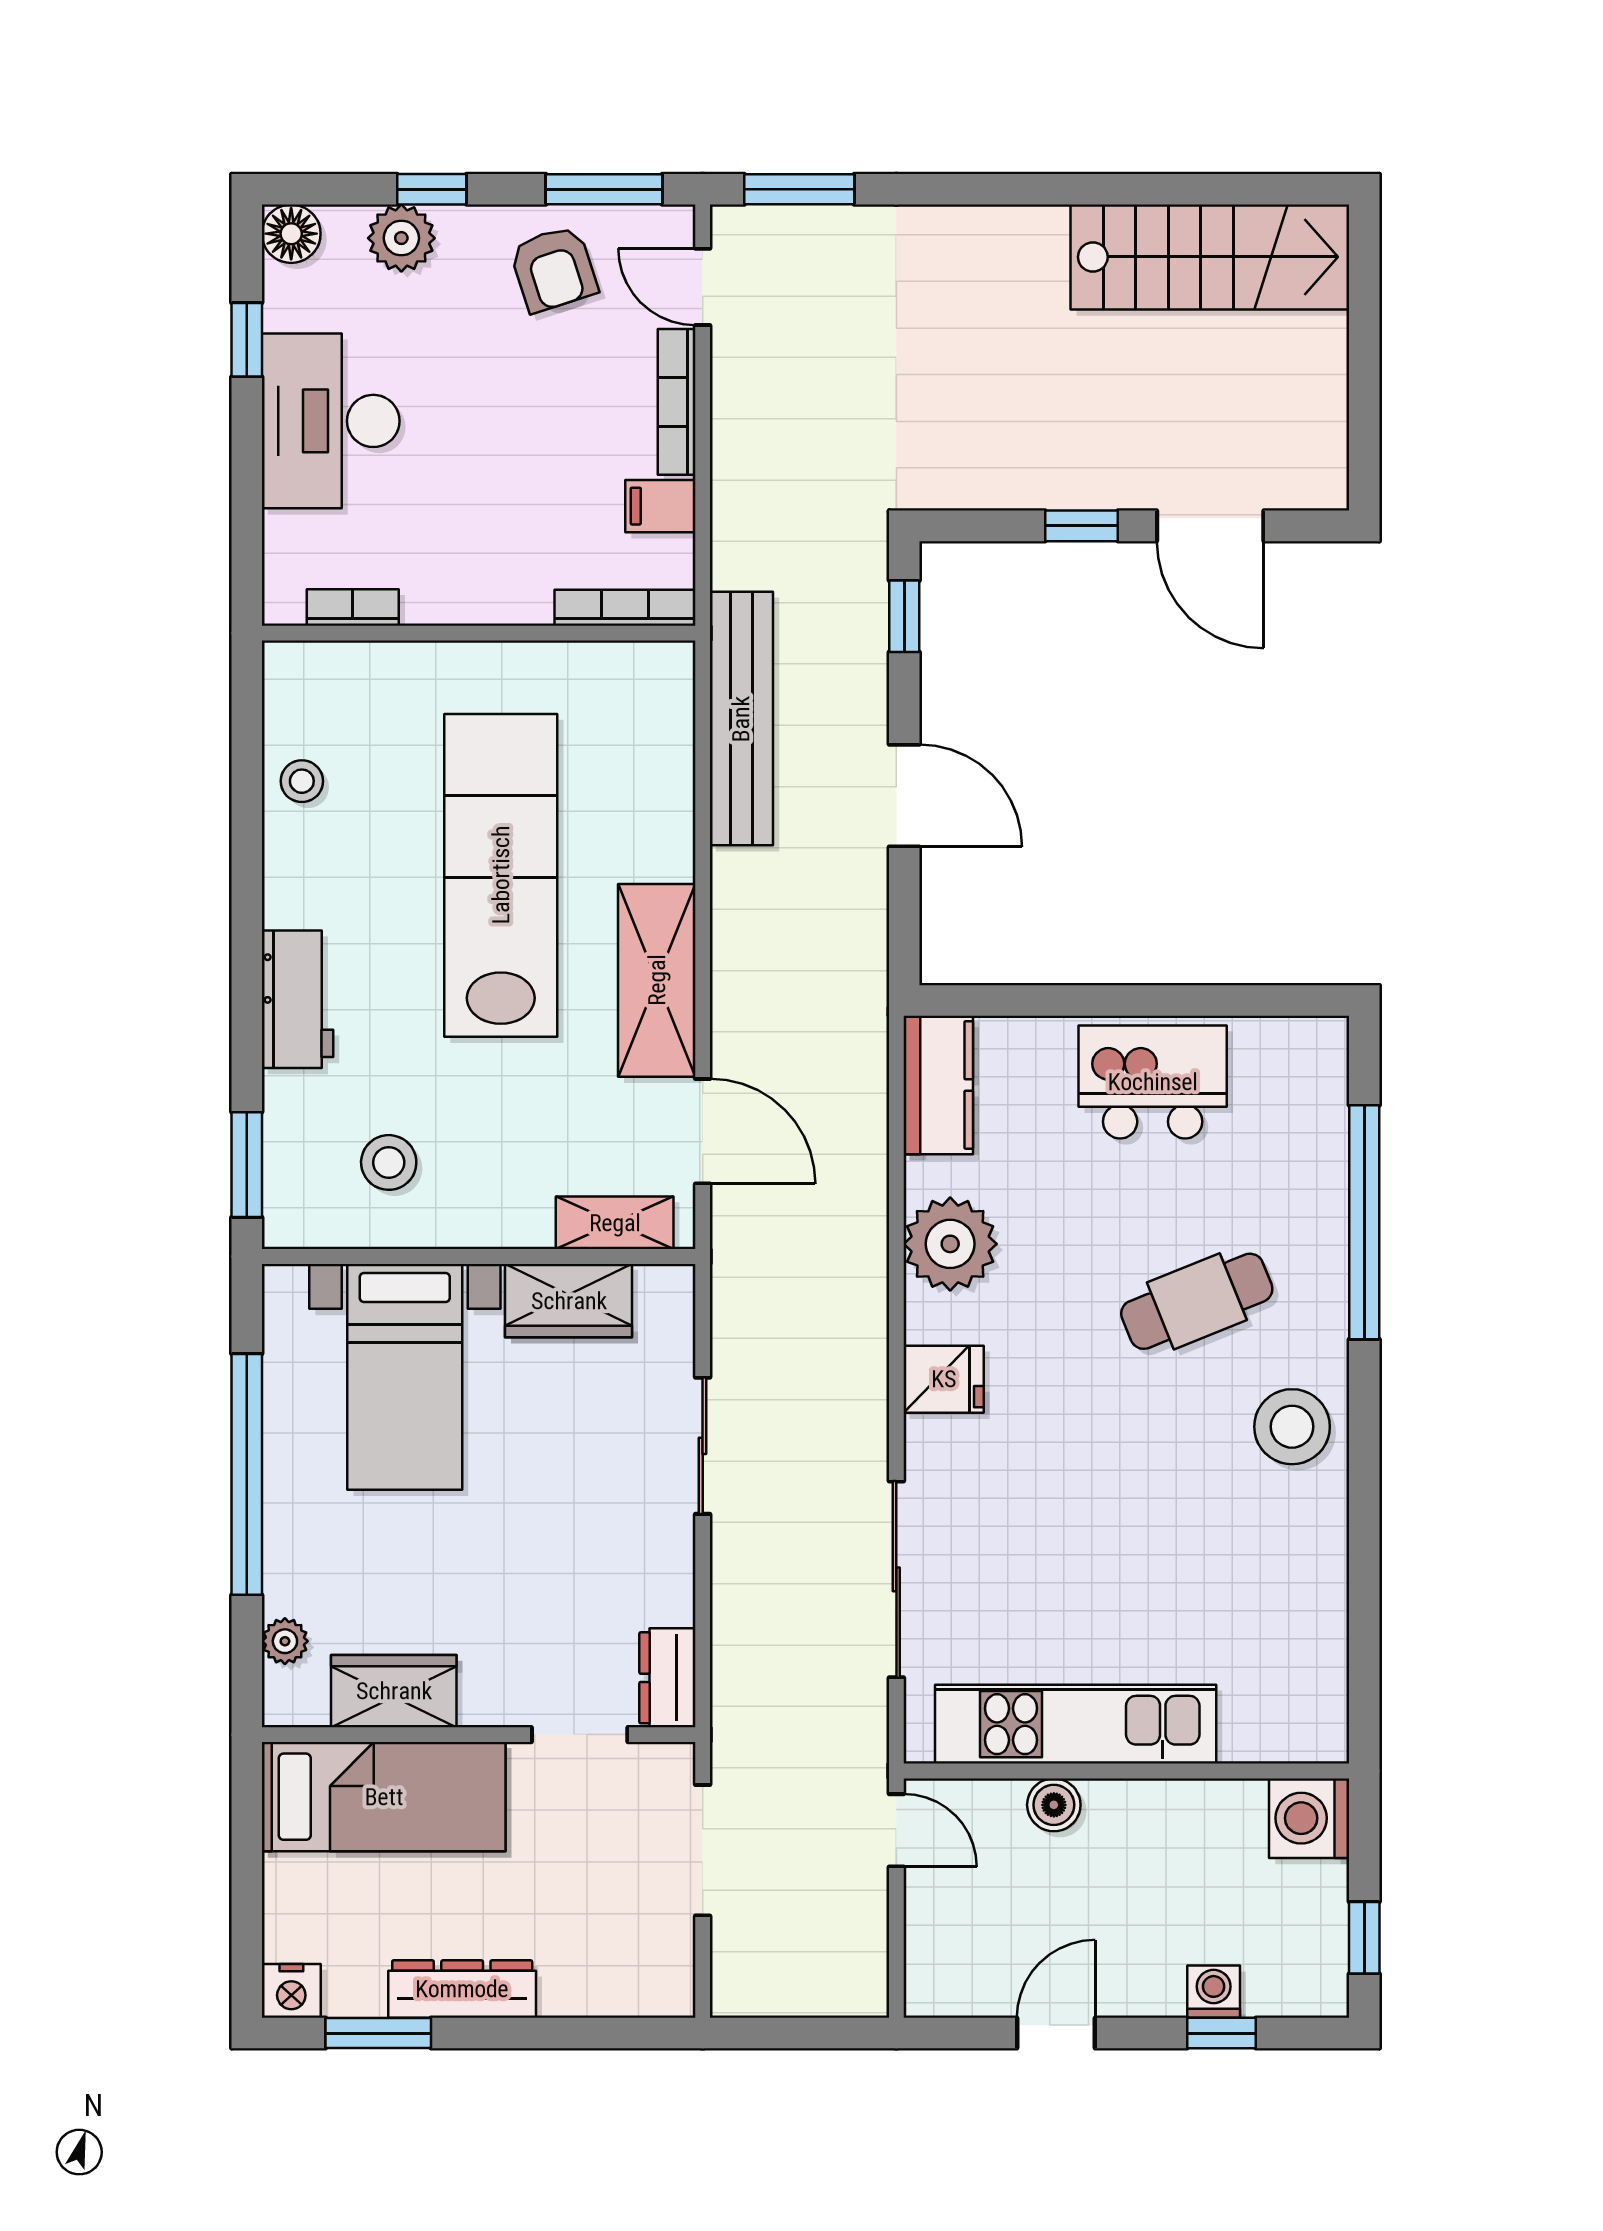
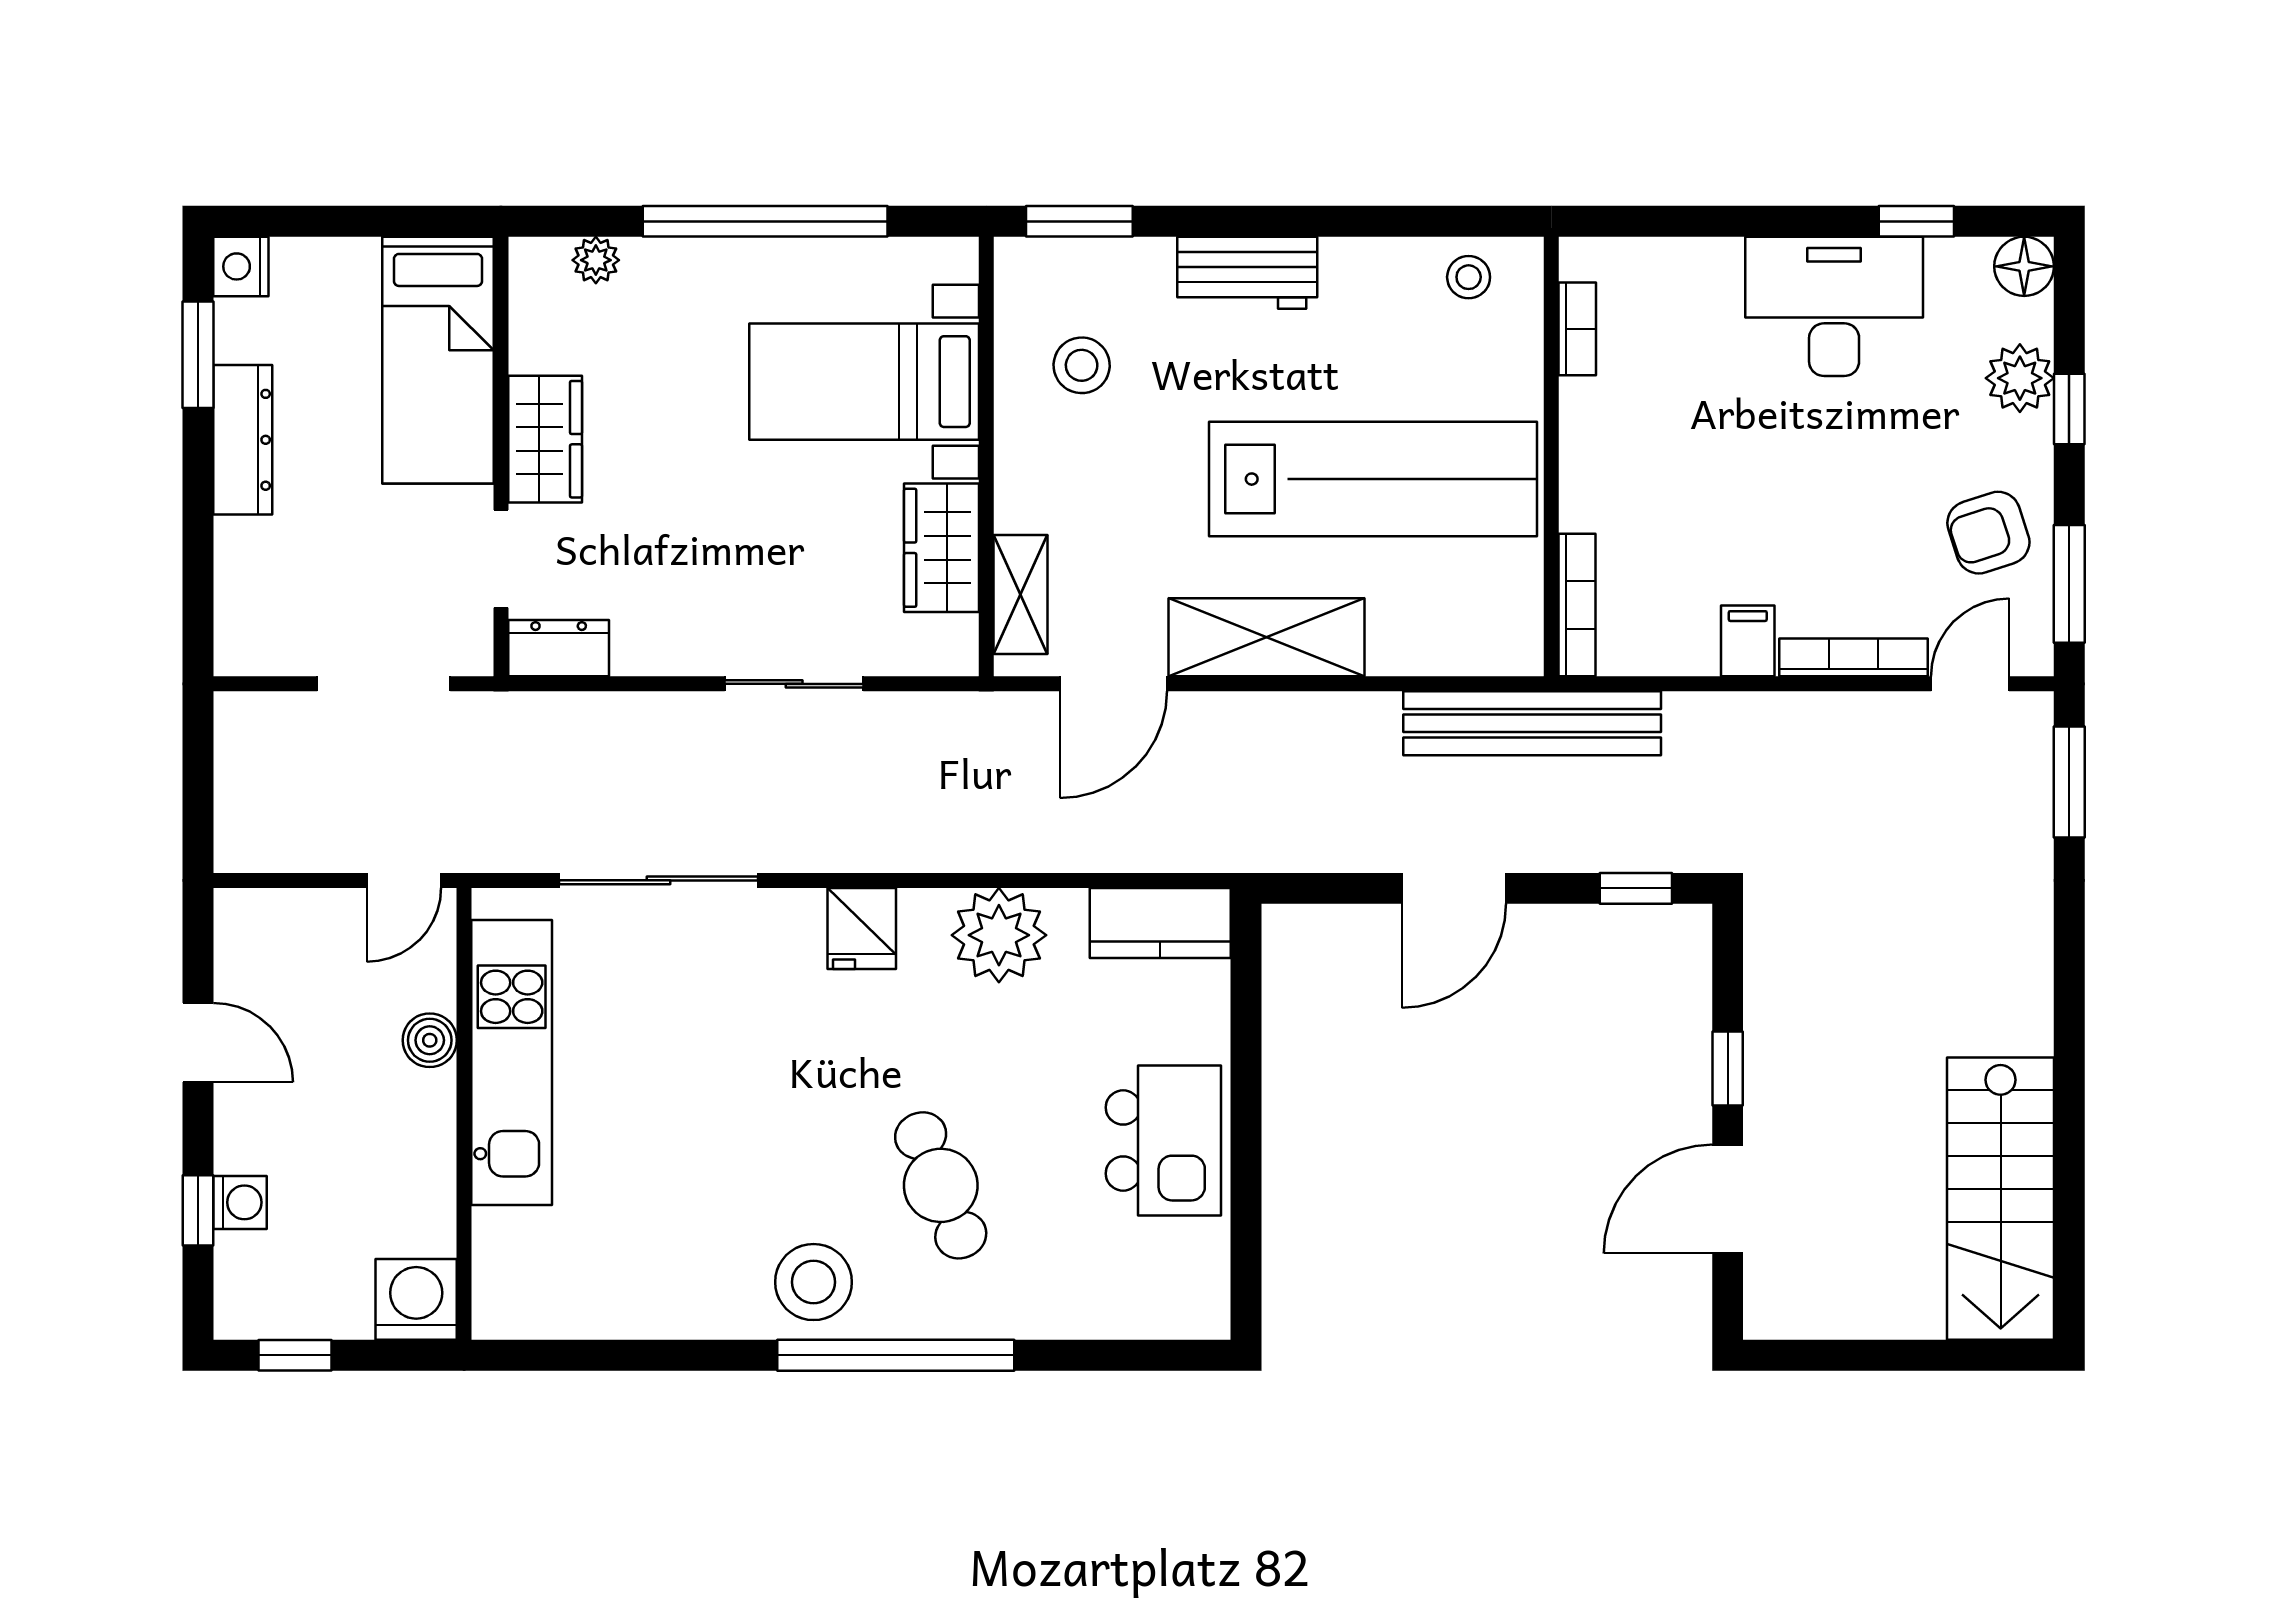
bookcase: (353, 607) -> (1577, 329), moved
bookcase: (625, 608) -> (1577, 605), moved
wall: (479, 633) -> (1551, 457), moved
window: (1364, 1222) -> (896, 1355), moved
wardrobe: (394, 1691) -> (545, 439), moved

